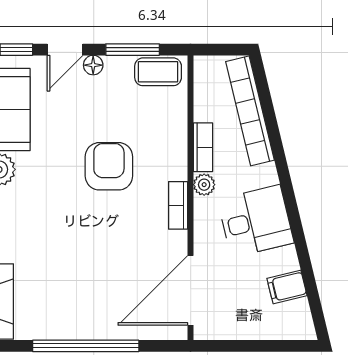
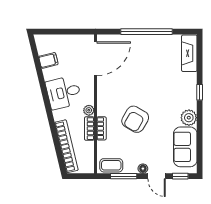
door: (65, 50) -> (157, 176), swing flipped
armchair: (109, 166) -> (135, 119), turned 30
bookcase: (178, 205) -> (101, 128), moved

